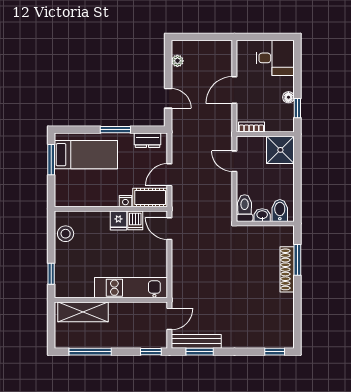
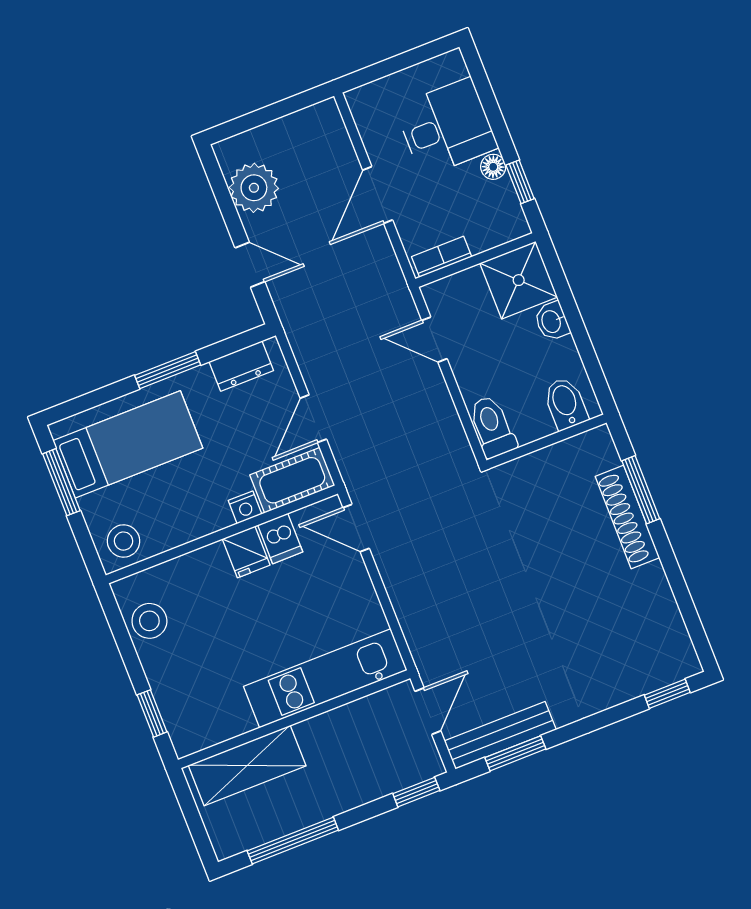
desk: (275, 58) -> (446, 127), moved
plant: (177, 61) -> (254, 188), width x1.88, depth x1.88
stool: (68, 195) -> (124, 541), added
washbasin: (262, 215) -> (552, 321), moved, turned -90

